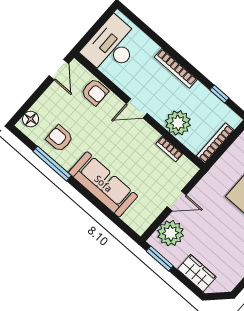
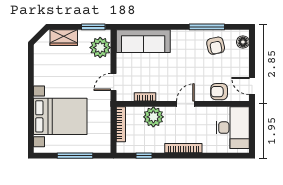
armchair: (60, 138) -> (216, 46), turned 78
sofa: (103, 184) -> (143, 41), moved
door: (177, 201) -> (113, 82), moved

